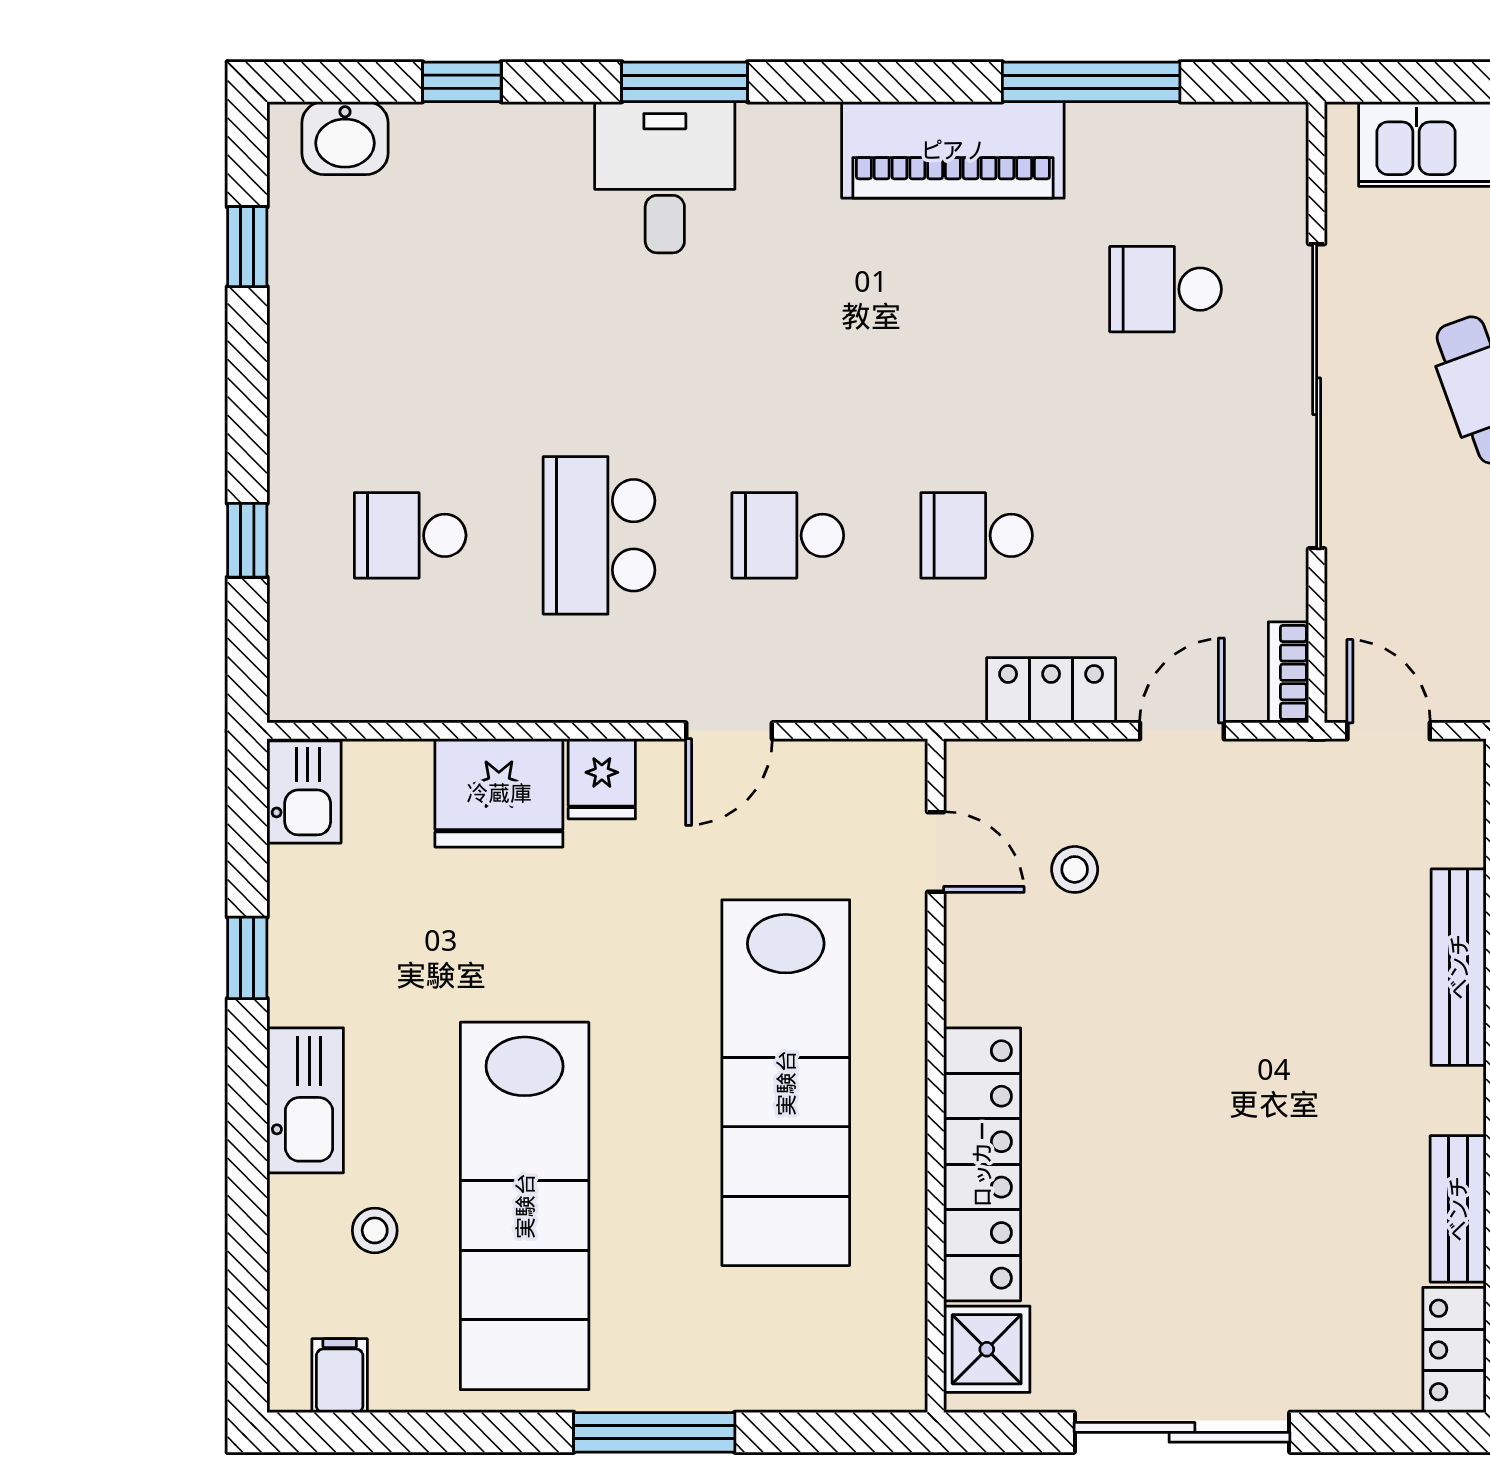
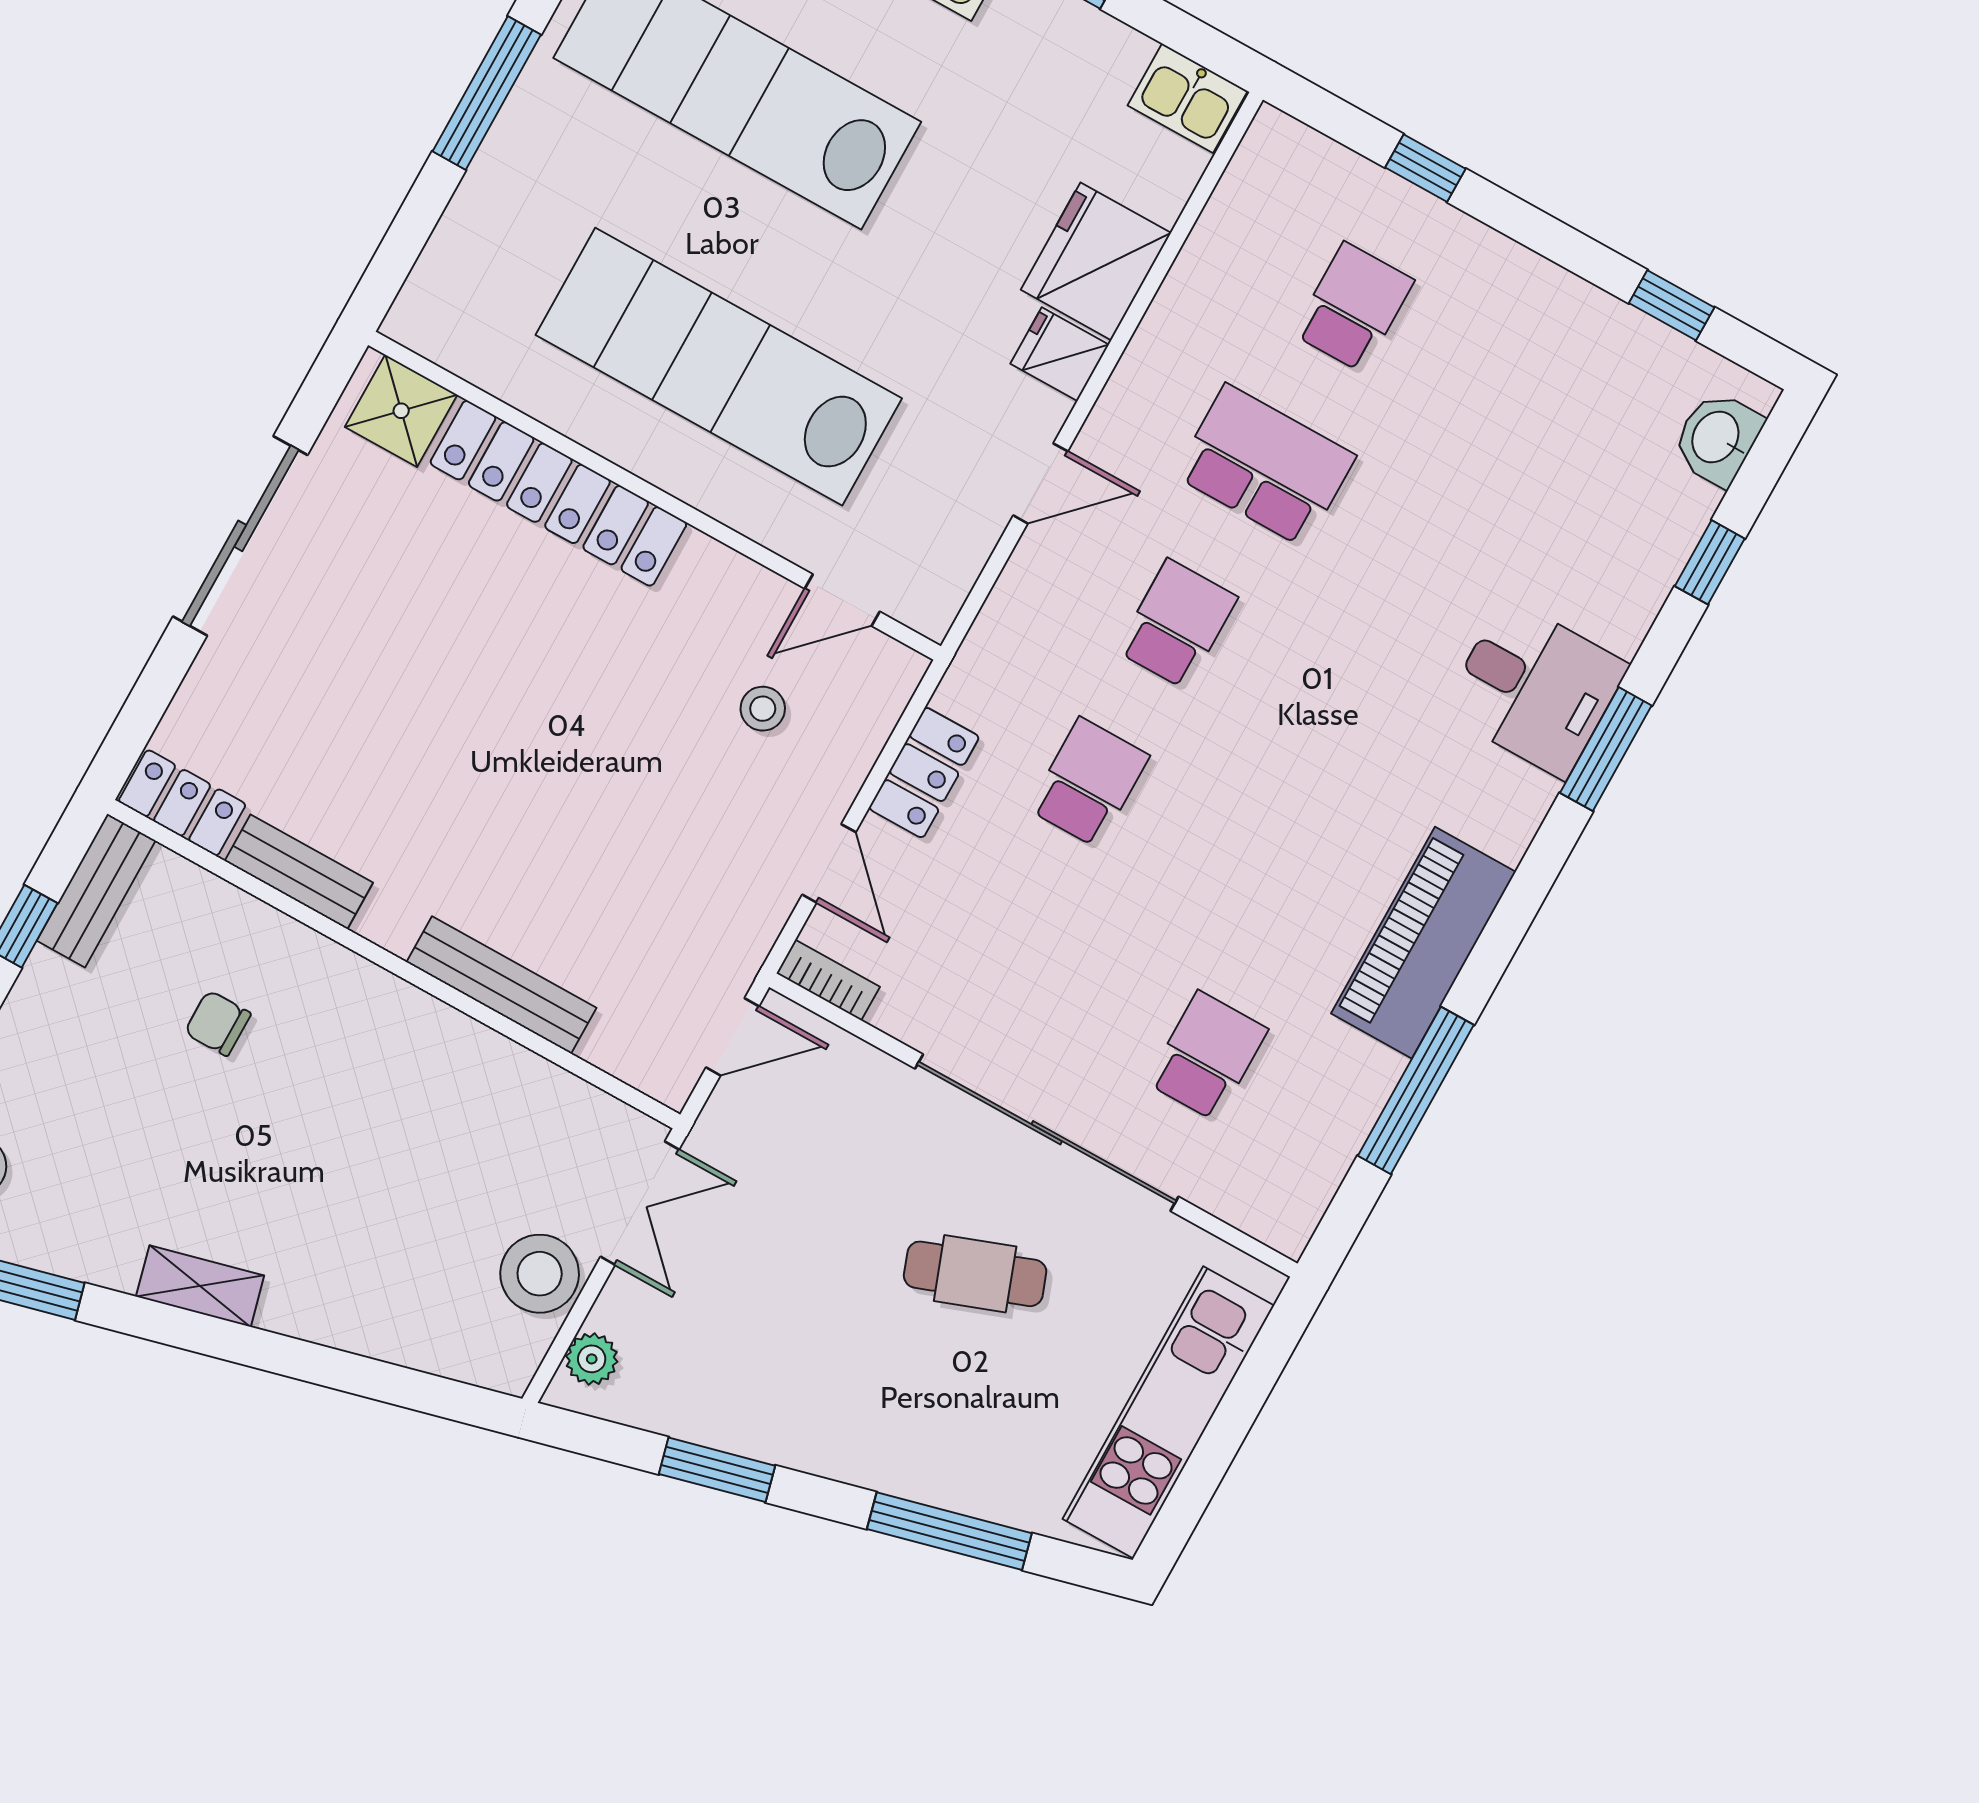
door: (729, 731) -> (1040, 483), swing flipped

